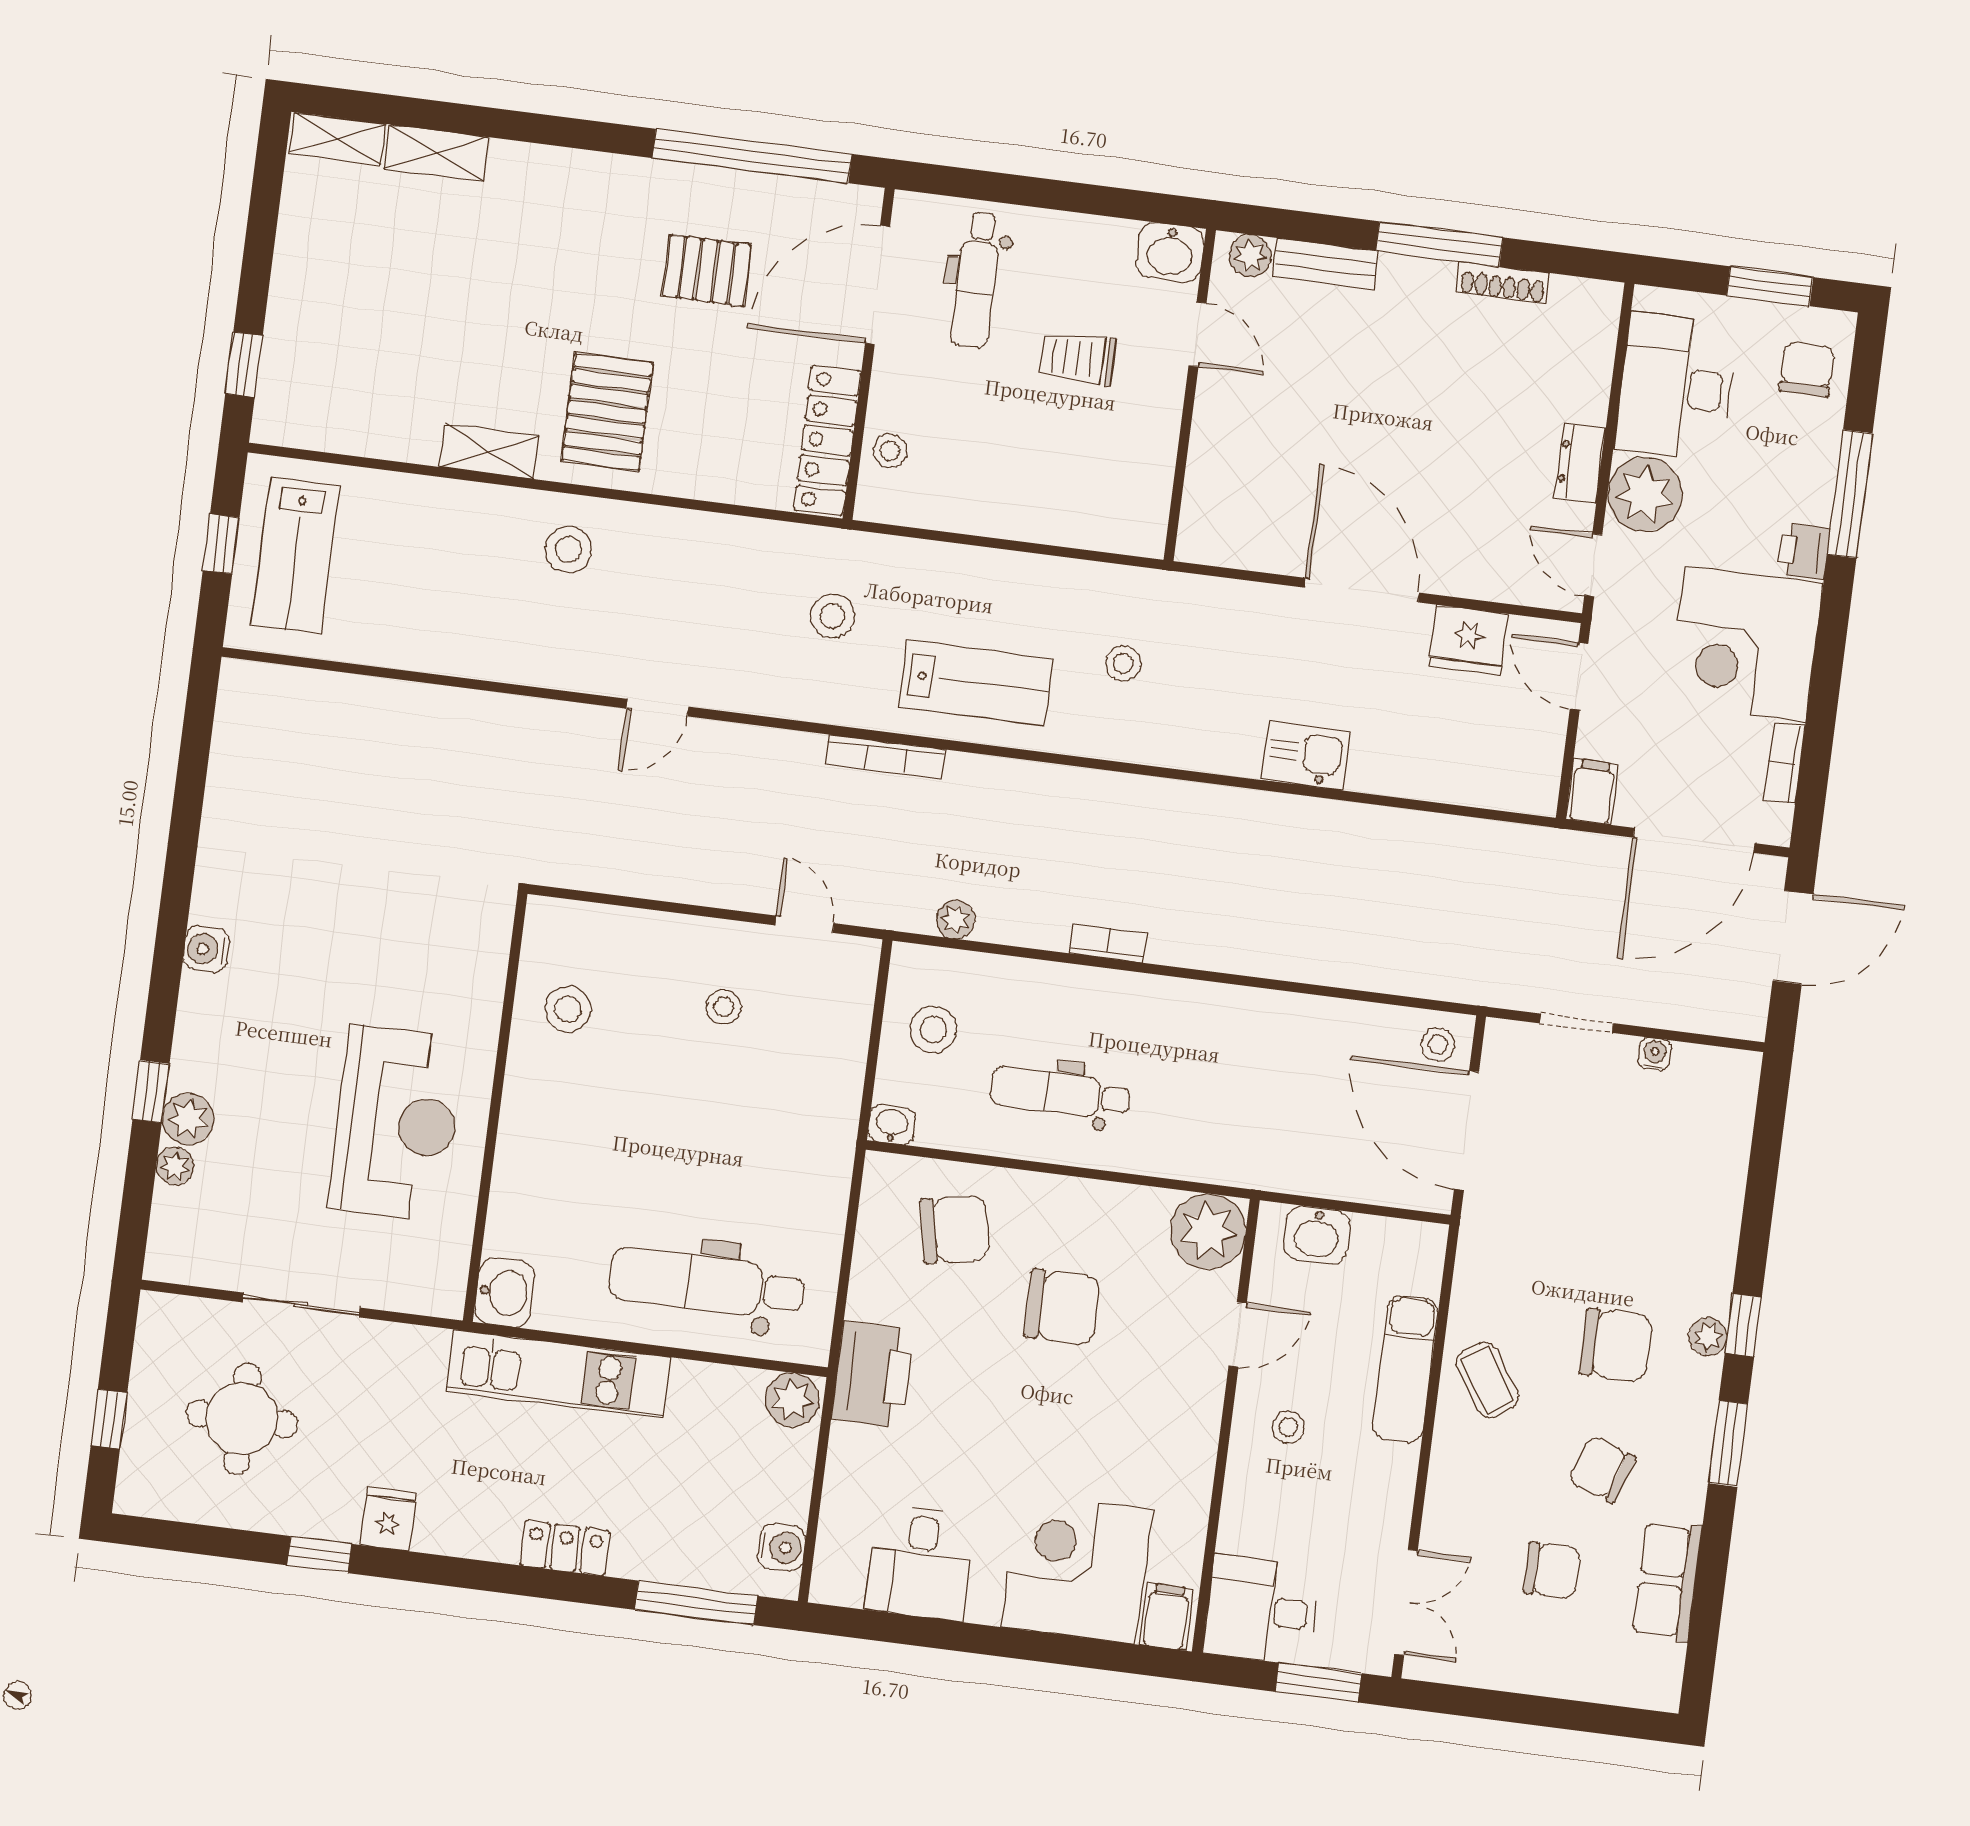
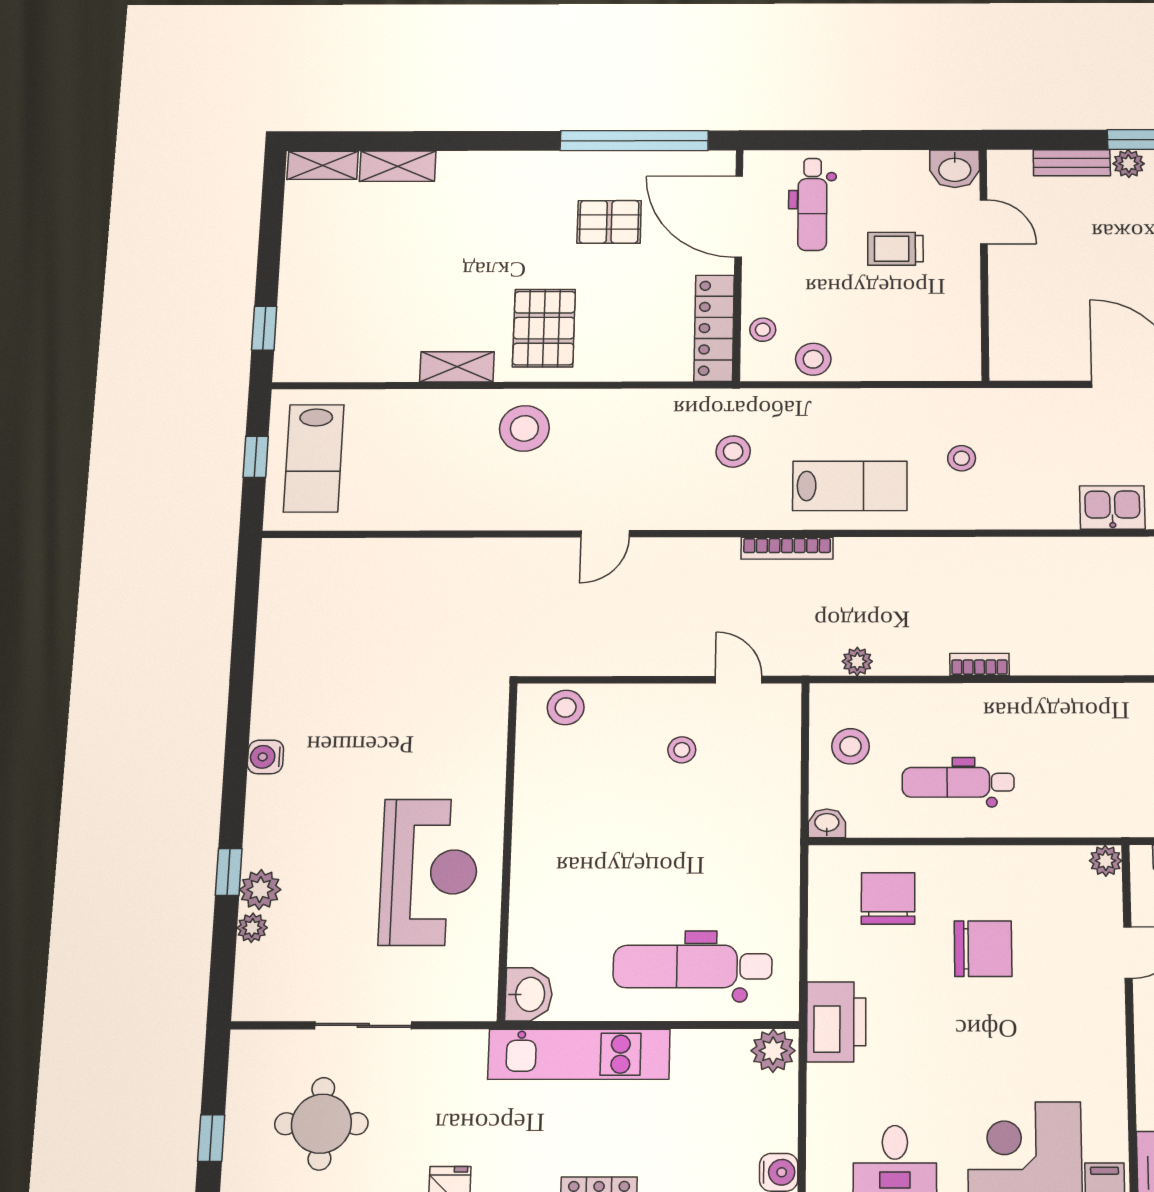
plant: (1250, 256) -> (1129, 164), moved
door: (877, 285) -> (739, 217), hinge flipped
stool: (950, 501) -> (813, 359), added
stool: (568, 549) -> (524, 428), width x1.38, depth x1.38
stool: (568, 1009) -> (566, 707), moved
chair: (955, 1229) -> (888, 898), turned -79
plant: (1208, 1231) -> (1106, 861), width x0.53, depth x0.53

